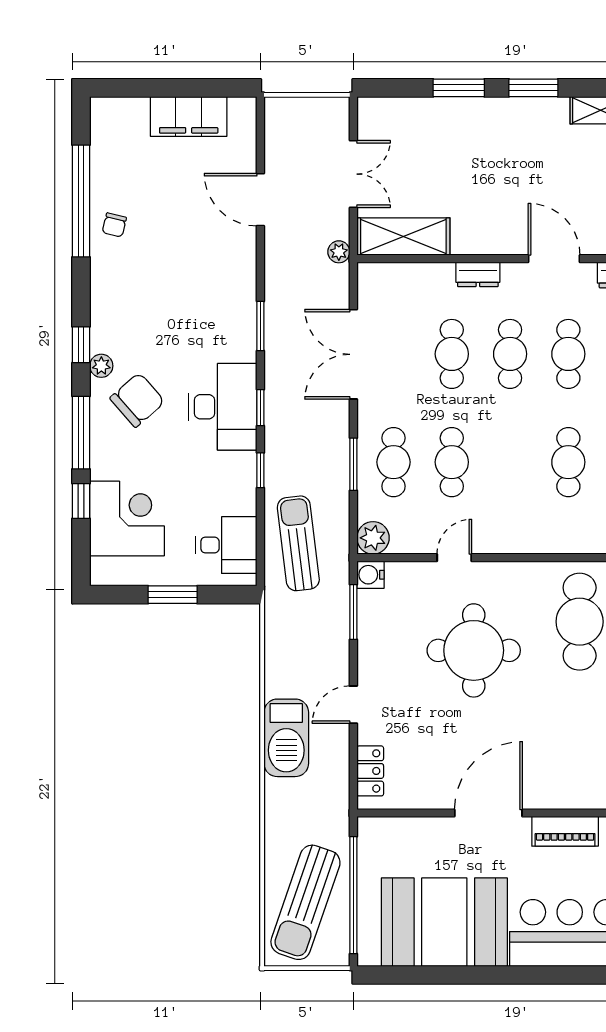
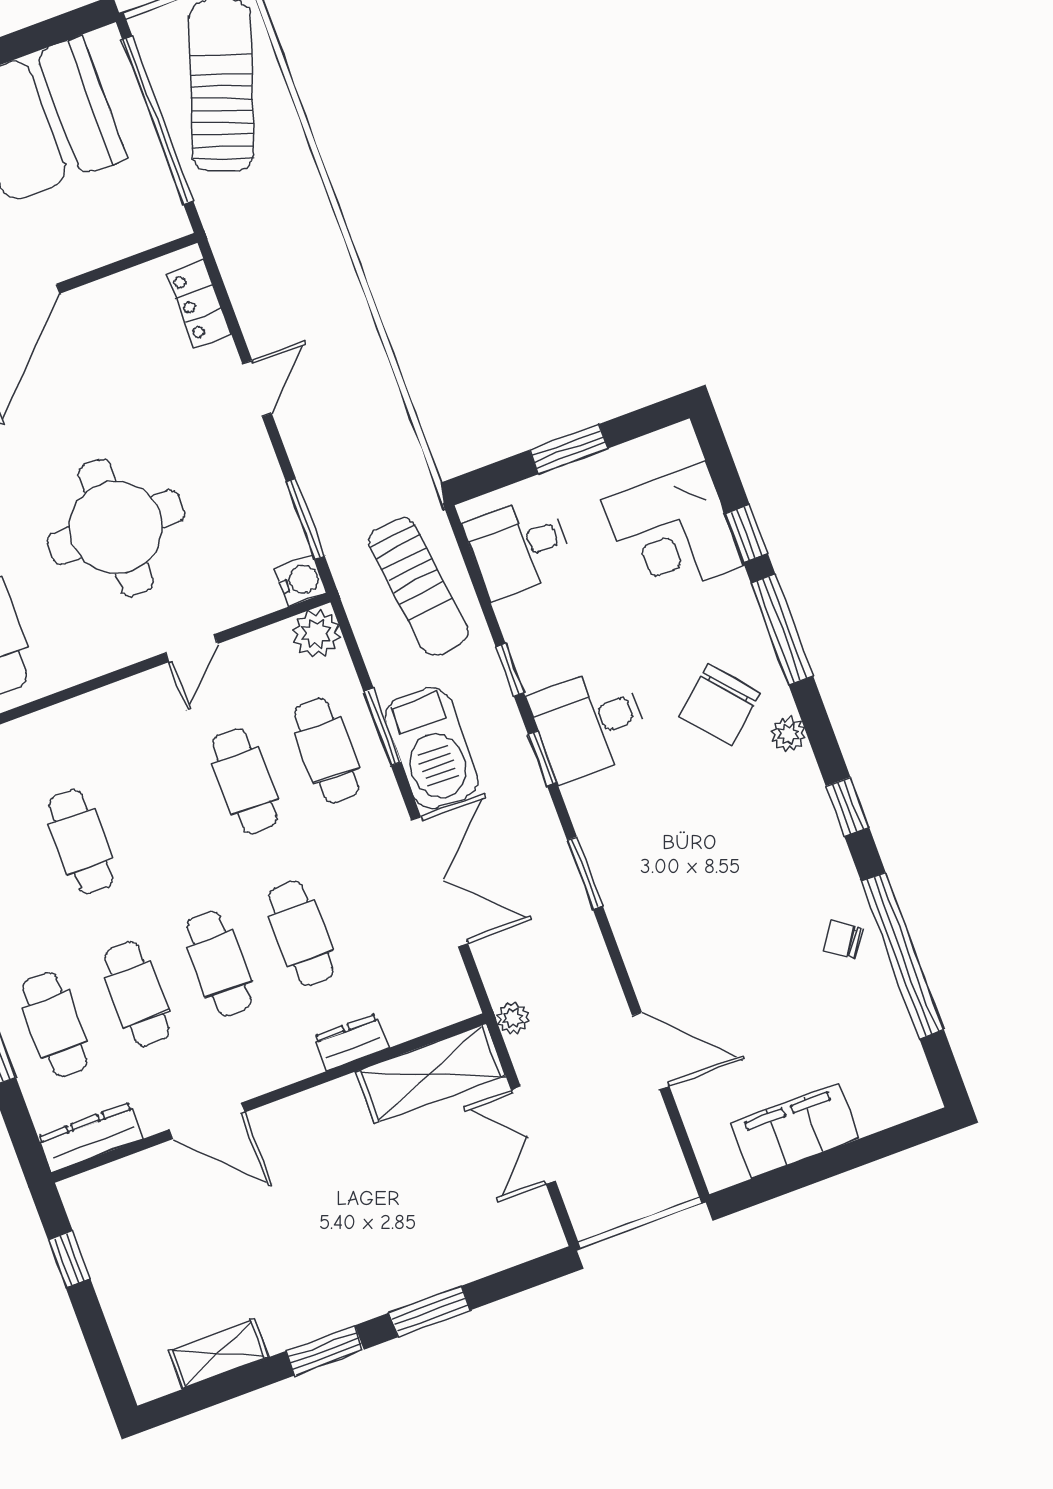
chair: (114, 225) -> (843, 939), turned -69
dresser: (478, 274) -> (351, 1042), moved
window: (81, 345) -> (847, 807), moved
desk: (223, 407) -> (590, 723), width x0.73
barbecue: (286, 738) -> (431, 748), moved, turned 180

